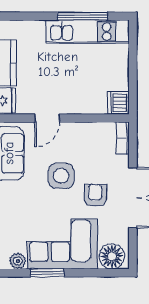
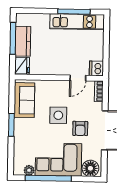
door: (47, 118) -> (78, 78), moved
armchair: (95, 195) -> (80, 128), turned 180
window: (47, 273) -> (48, 178), width x2.11

